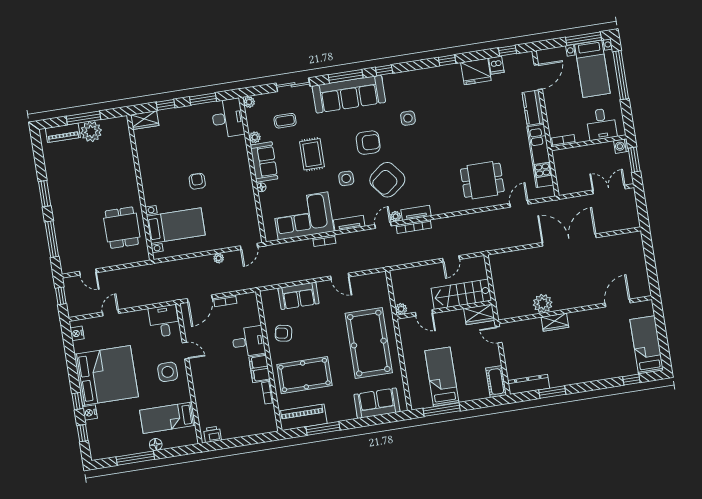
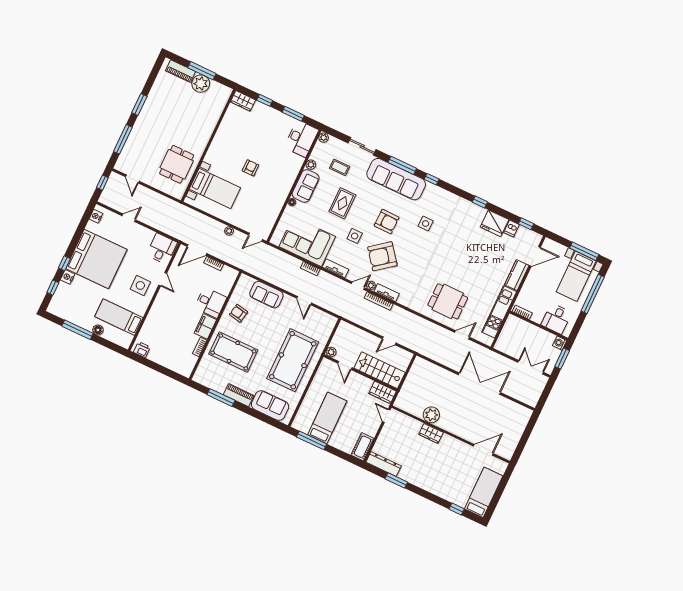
piano: (303, 417) -> (239, 395), moved, width x0.73, depth x0.75

